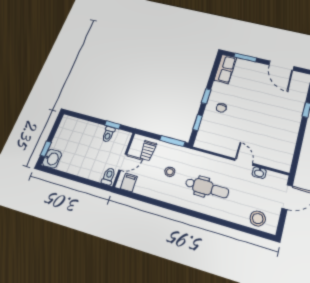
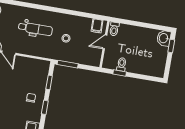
trolley: (148, 151) -> (86, 54), removed
dental chair: (207, 188) -> (35, 29), turned 180

